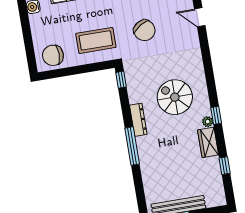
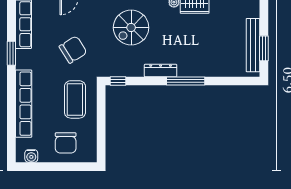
chair: (53, 55) -> (66, 143), moved
spiral stairs: (175, 97) -> (131, 28), moved

